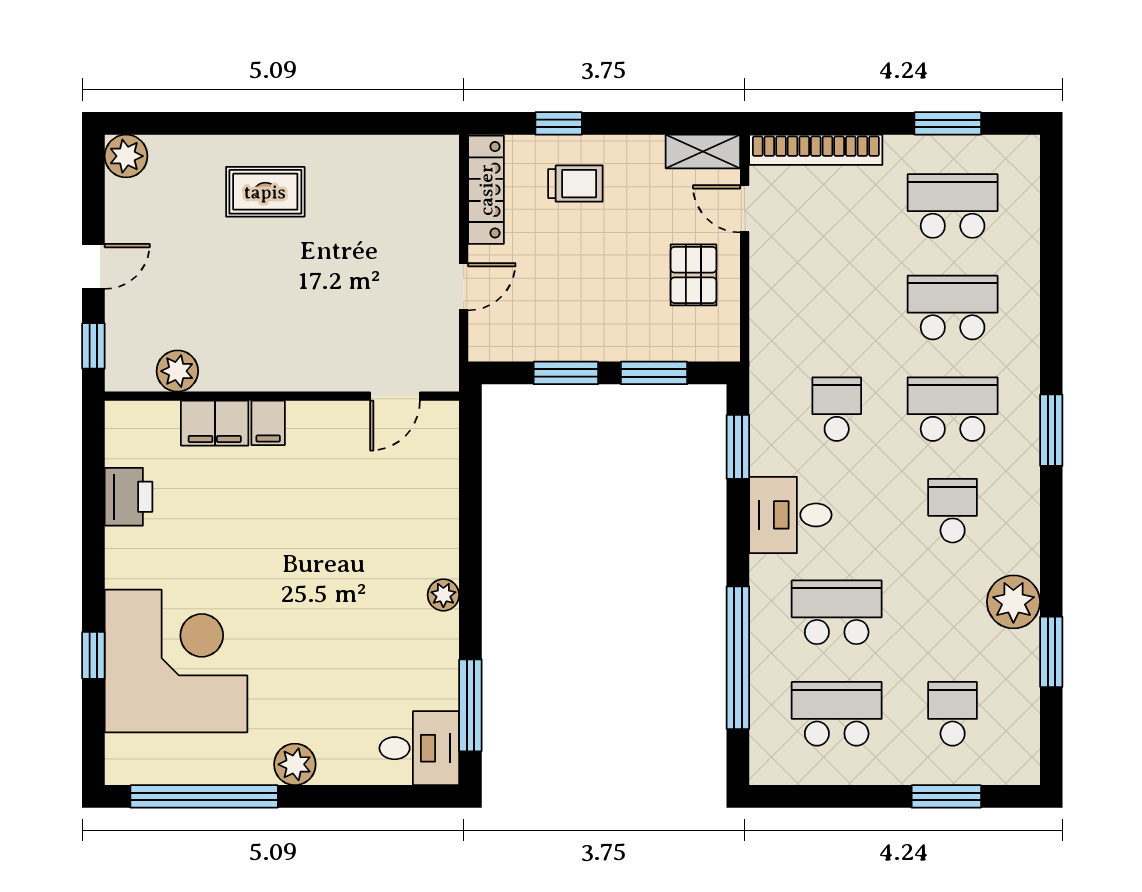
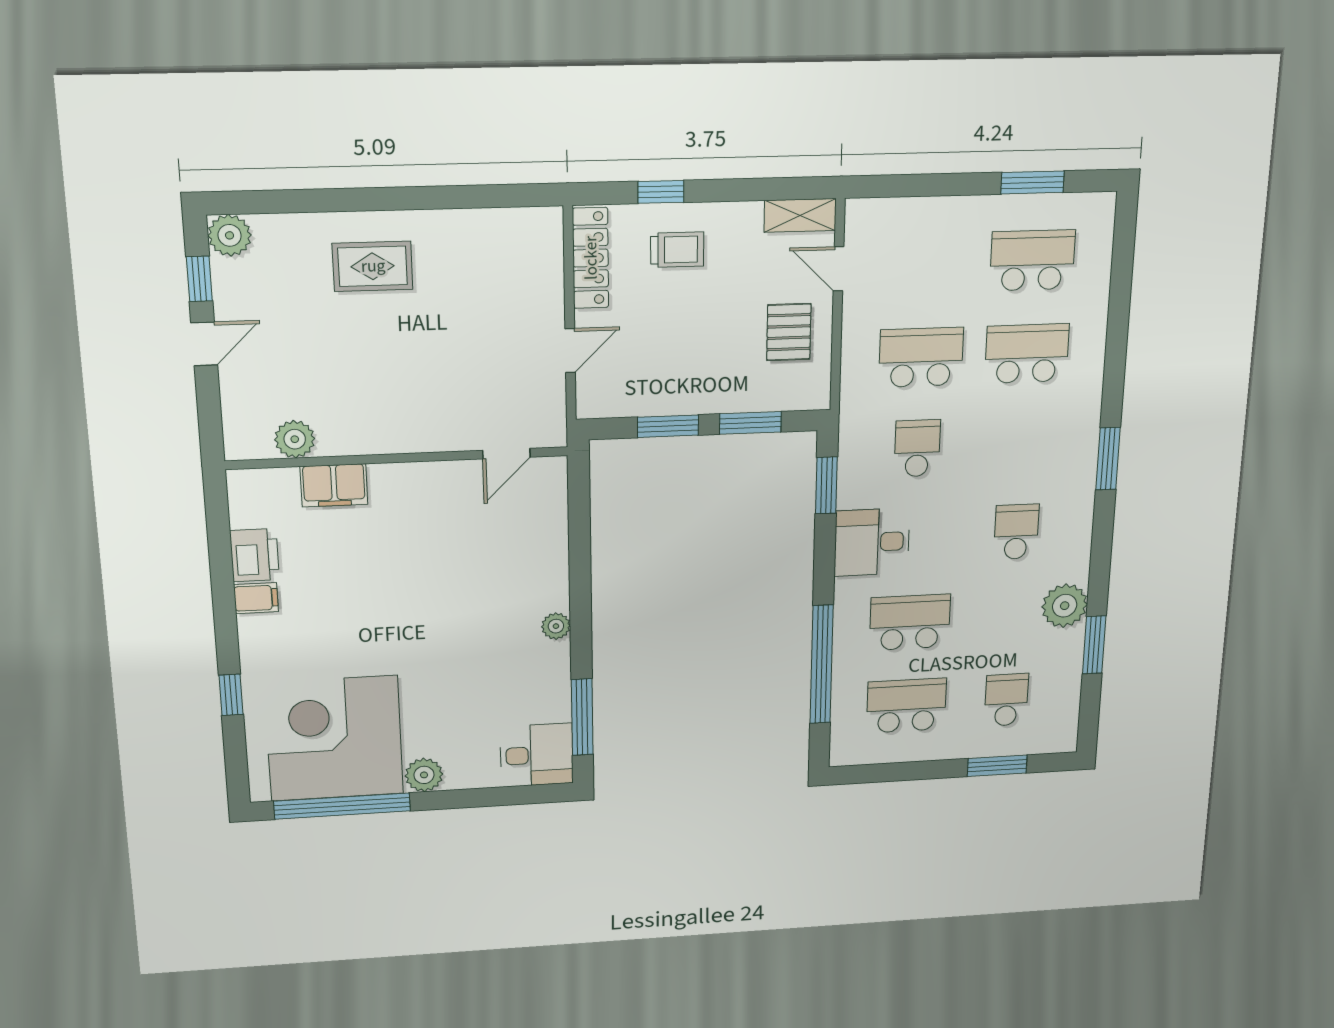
bookcase: (816, 150) -> (908, 211), removed
window: (93, 346) -> (199, 279), moved
school desk: (953, 409) -> (921, 357), moved
filing cabinet: (268, 423) -> (256, 598), moved, turned -90
corner desk: (176, 661) -> (334, 738), moved, turned -90

